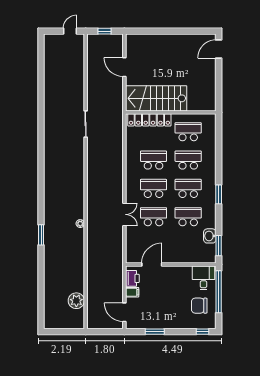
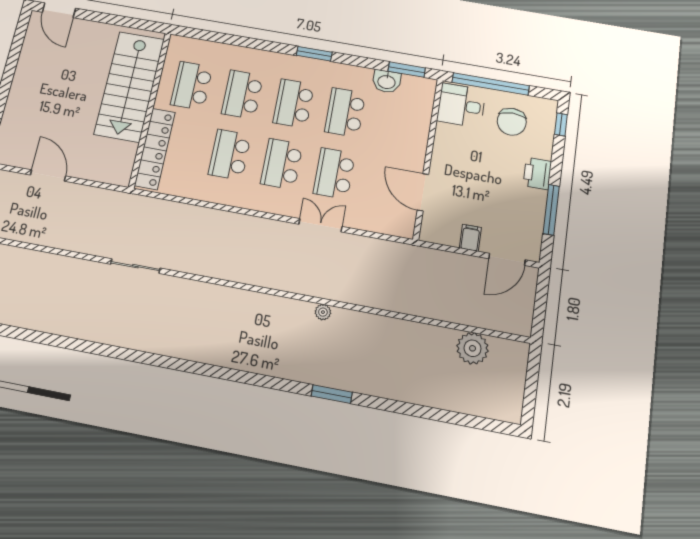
door: (124, 67) -> (48, 176), swing flipped
stairs: (156, 98) -> (130, 86), moved
printer: (132, 278) -> (537, 173), moved, turned -90
window: (155, 332) -> (551, 210), width x1.44

